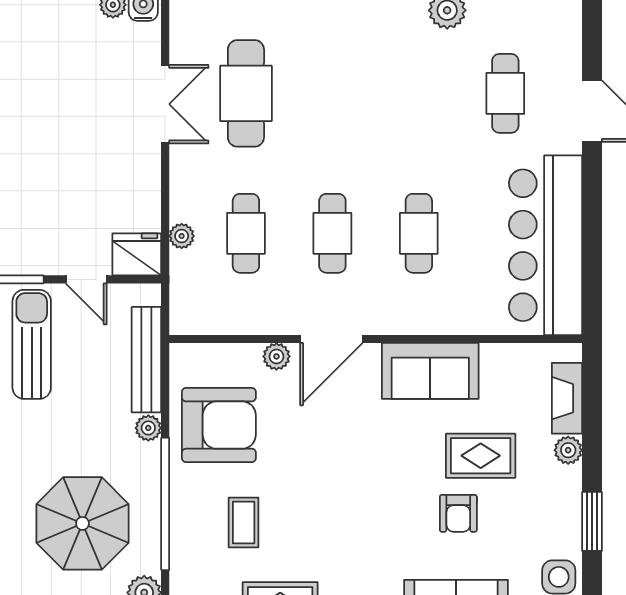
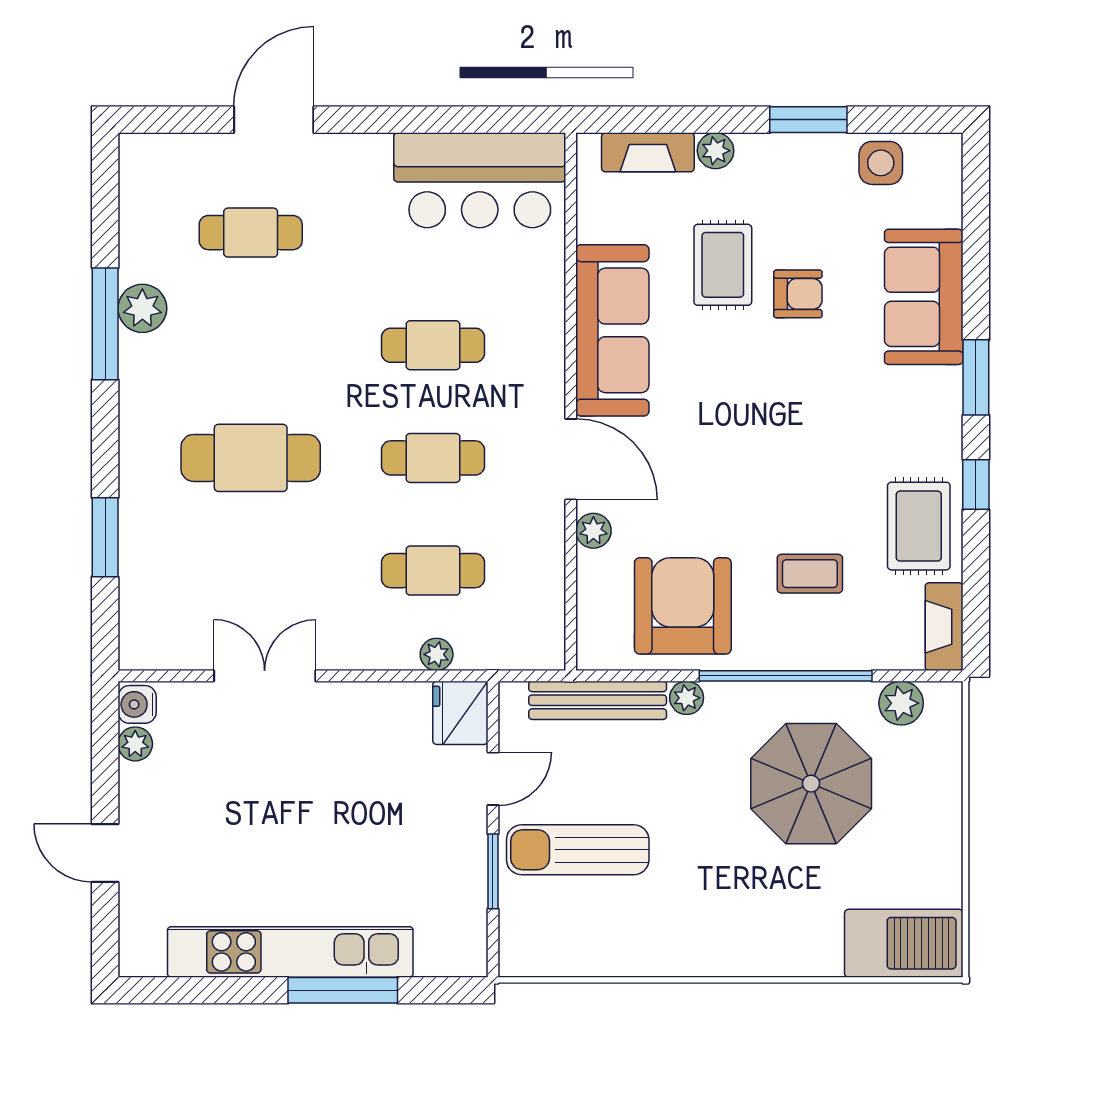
cafe table: (246, 93) -> (251, 458), moved
bar counter: (546, 245) -> (480, 180), width x0.73
sofa: (430, 371) -> (612, 330), width x1.36

